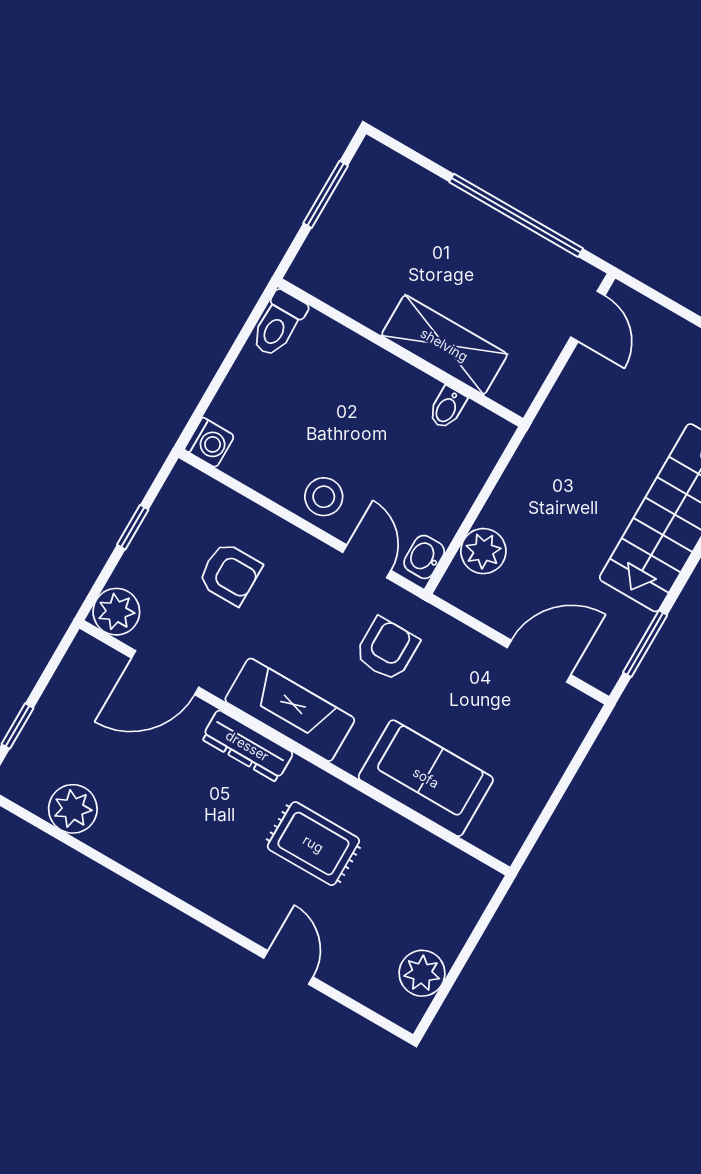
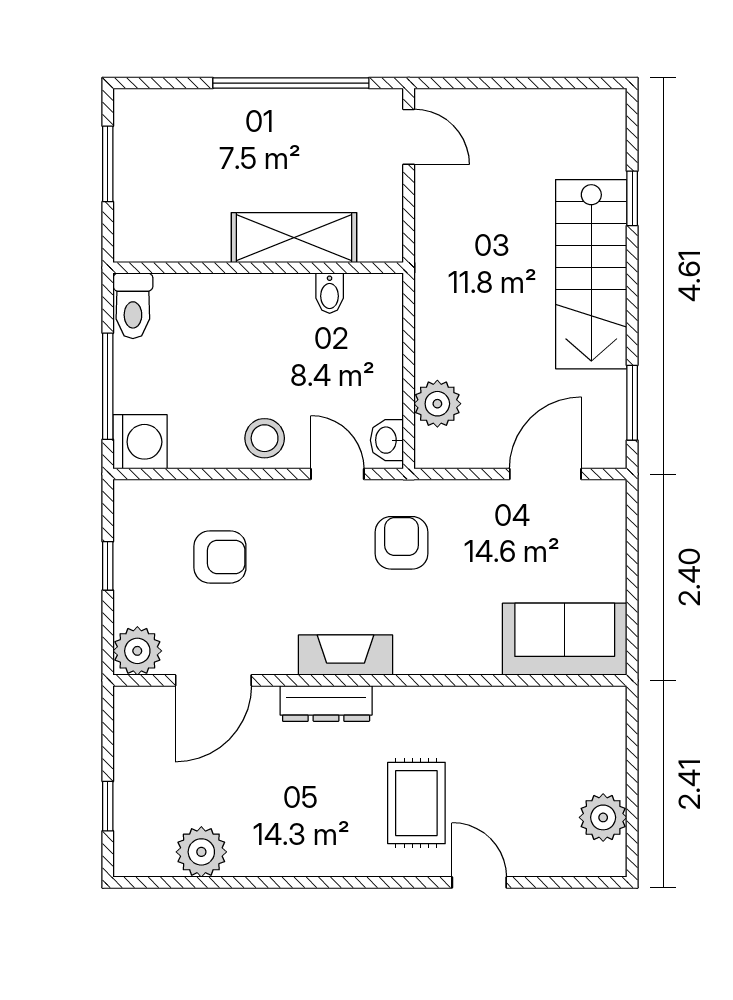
window: (219, 378) -> (108, 386), added
washing machine: (209, 443) -> (140, 442), width x1.38, depth x1.38
fireplace: (290, 710) -> (346, 655), width x0.73, depth x0.76
sofa: (426, 778) -> (565, 639), moved
rug: (313, 844) -> (416, 803), moved, turned 90

